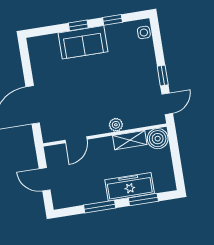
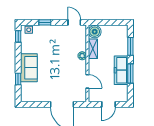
window: (113, 20) -> (18, 36), moved
window: (78, 25) -> (18, 79), moved
window: (163, 76) -> (45, 22), moved
freezer: (130, 187) -> (121, 70), moved

